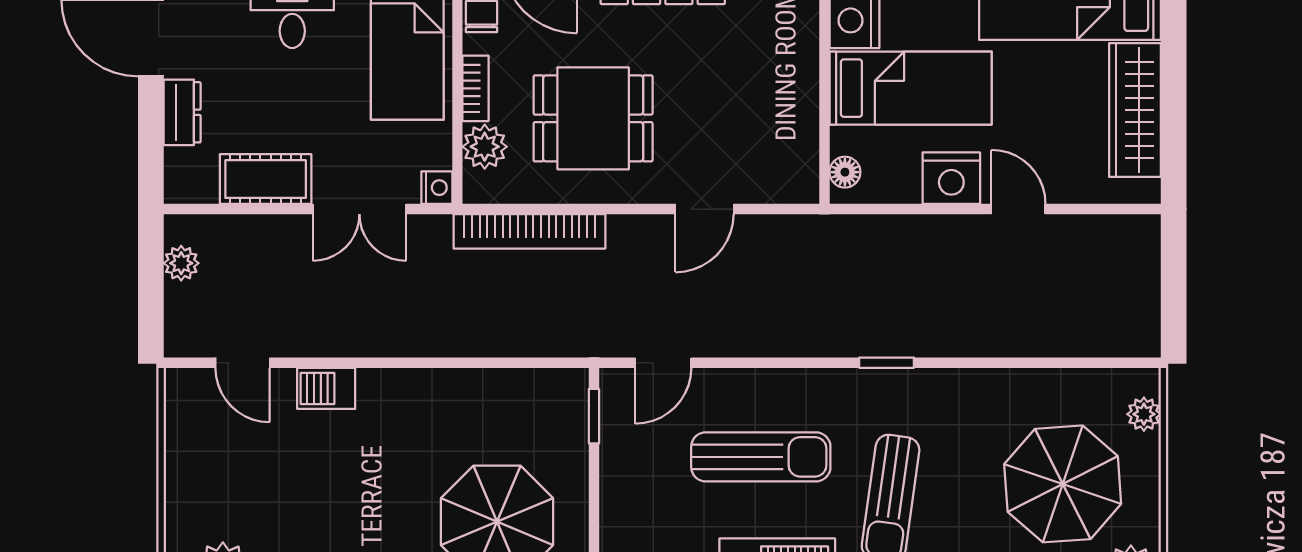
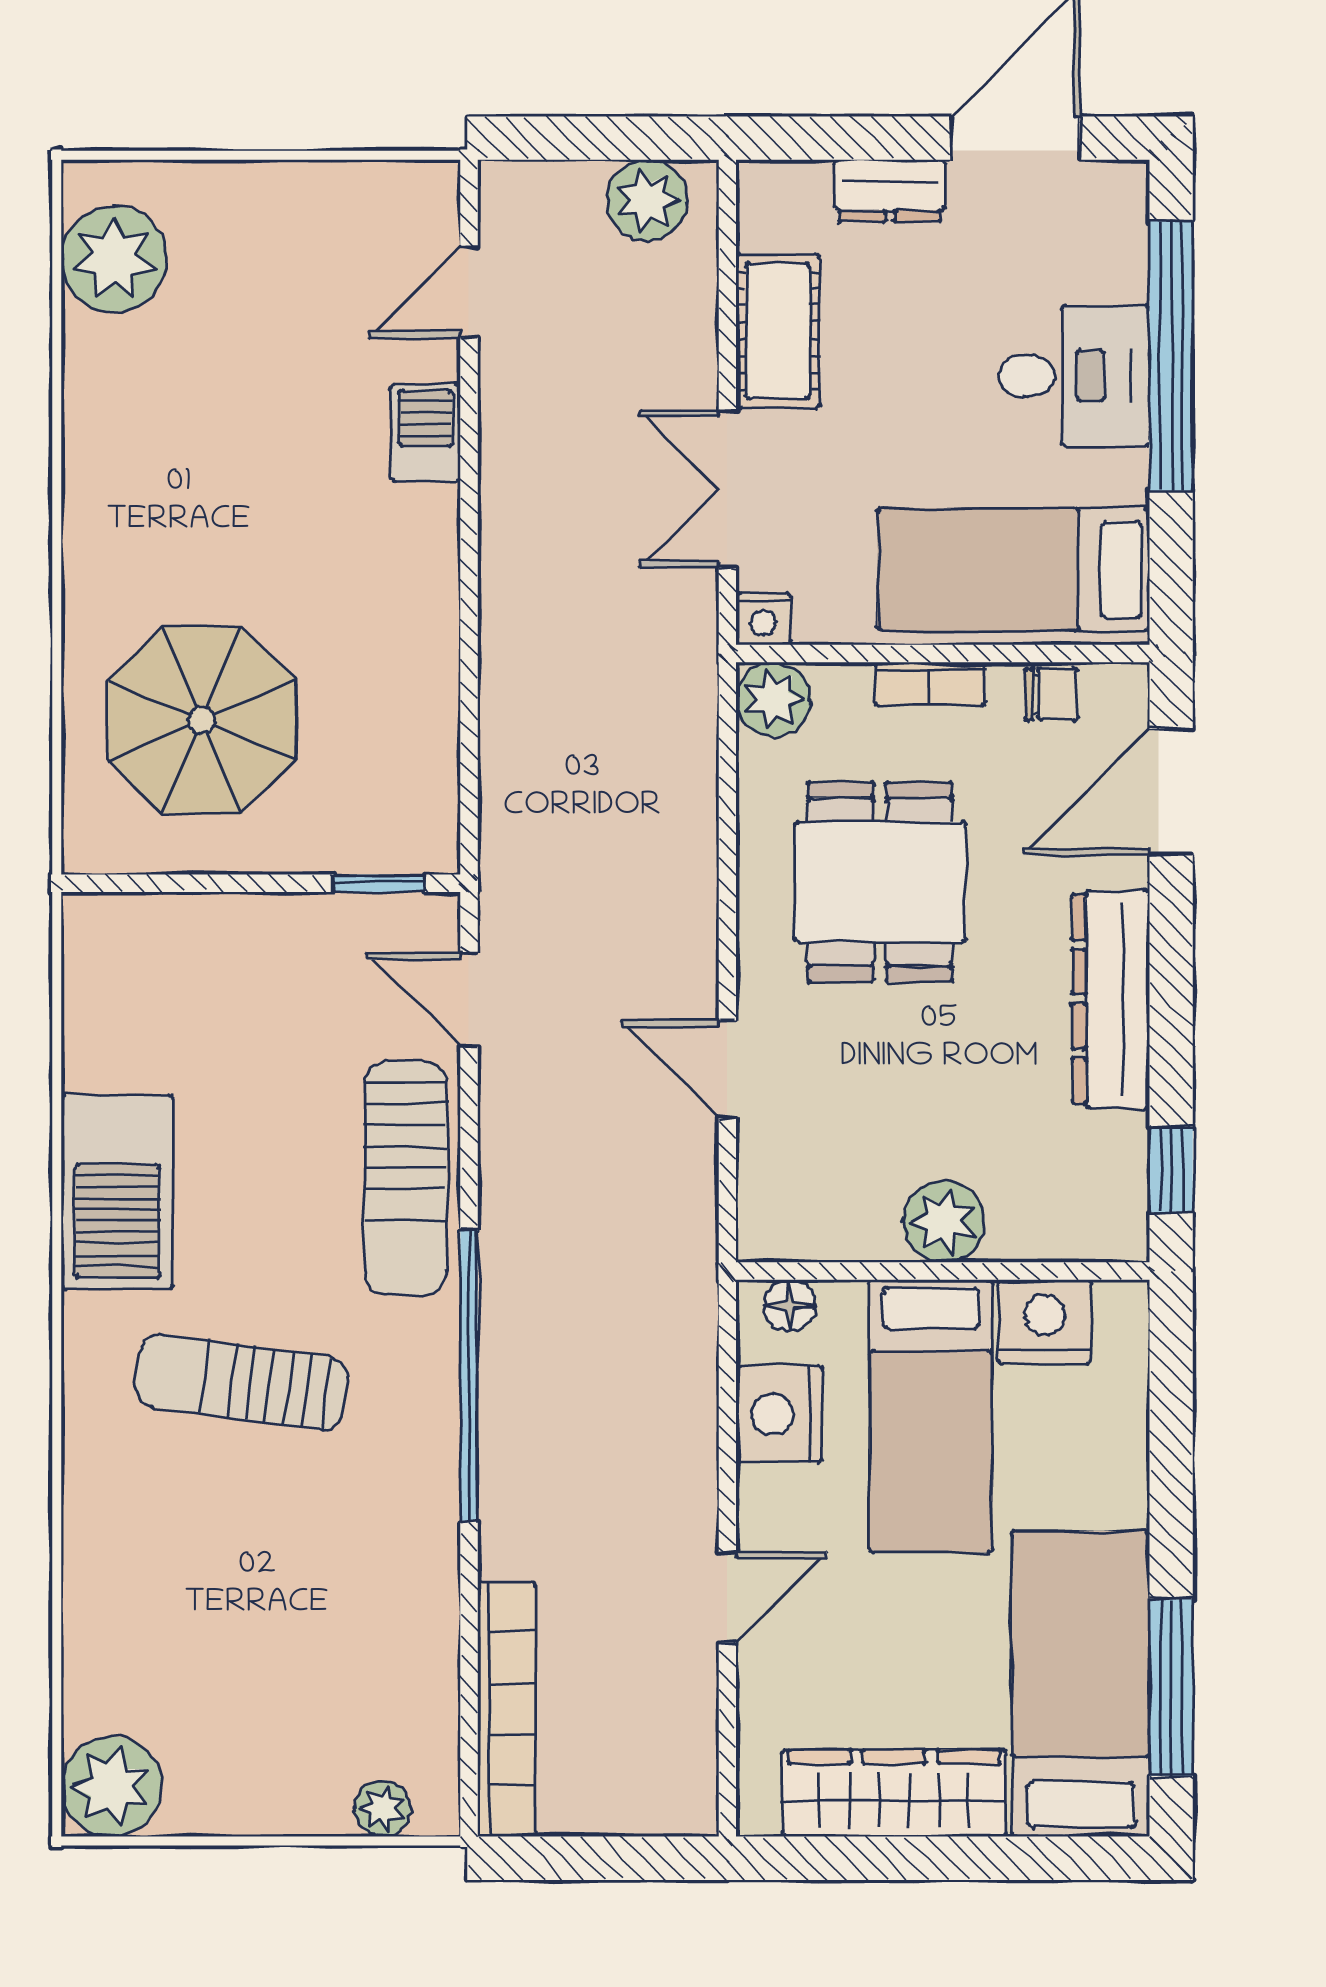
plant: (795, 80) -> (944, 1222), added
plant: (485, 147) -> (773, 700), moved
nightstand: (951, 178) -> (779, 1414), moved
bookcase: (529, 231) -> (506, 1709), moved, turned 180
plant: (181, 263) -> (647, 200), width x1.38, depth x1.38
window: (887, 363) -> (469, 1376), width x3.17
sun lounger: (761, 457) -> (405, 1178), moved
parasol: (1063, 484) -> (265, 1672), removed

